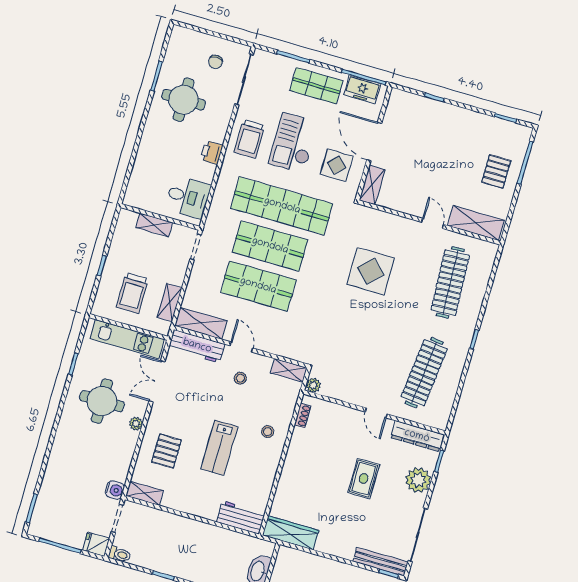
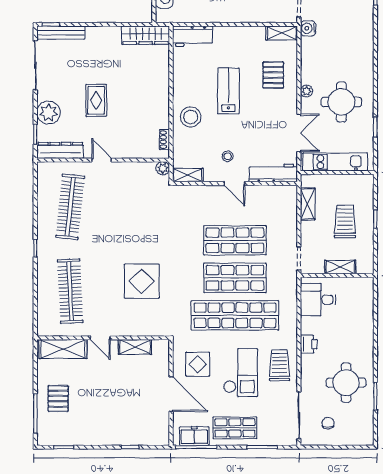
shelving: (372, 185) -> (135, 347), moved, turned 90
trolley: (132, 293) -> (345, 222), moved
shelving: (201, 323) -> (275, 194), removed
stool: (268, 432) -> (191, 117), width x1.89, depth x1.89

